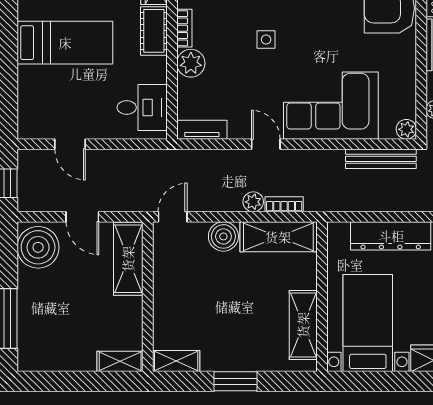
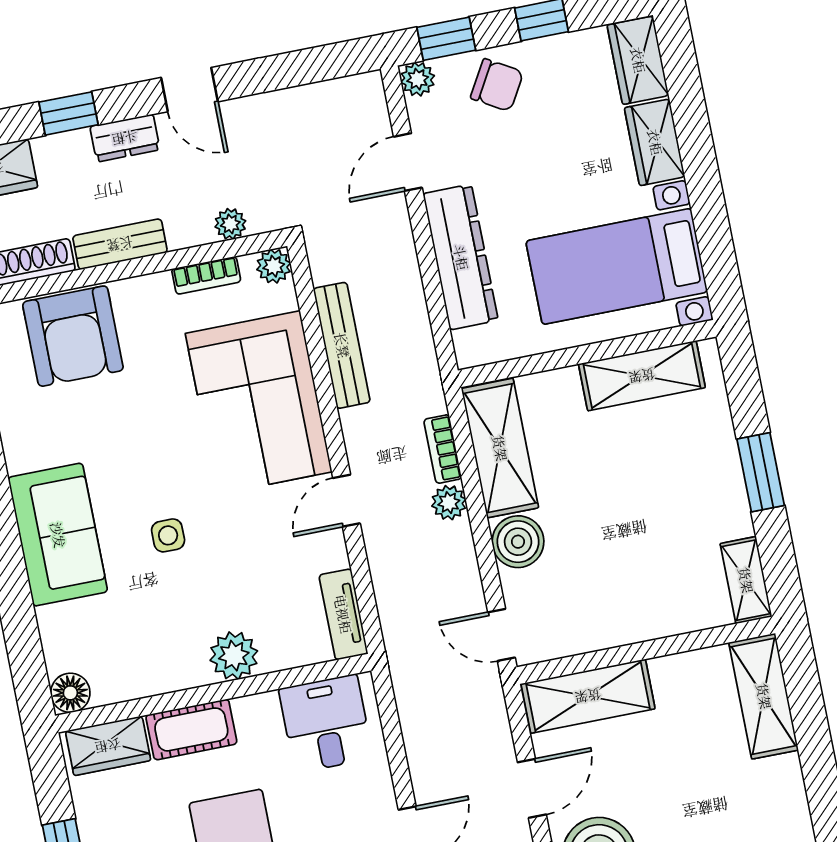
bookcase: (184, 28) -> (206, 275), moved, turned 180
bench: (381, 159) -> (342, 345), moved
shelving: (120, 361) -> (764, 696), width x1.50, depth x1.33

